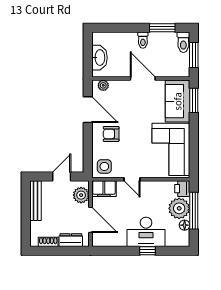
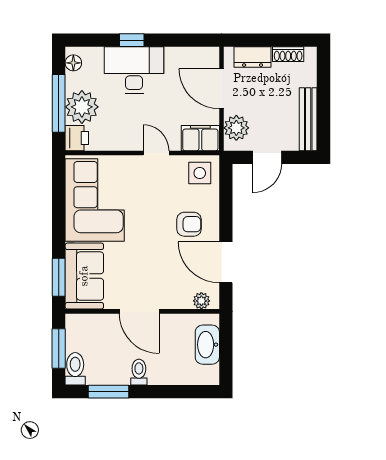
floor lamp: (185, 225) -> (73, 63), moved

